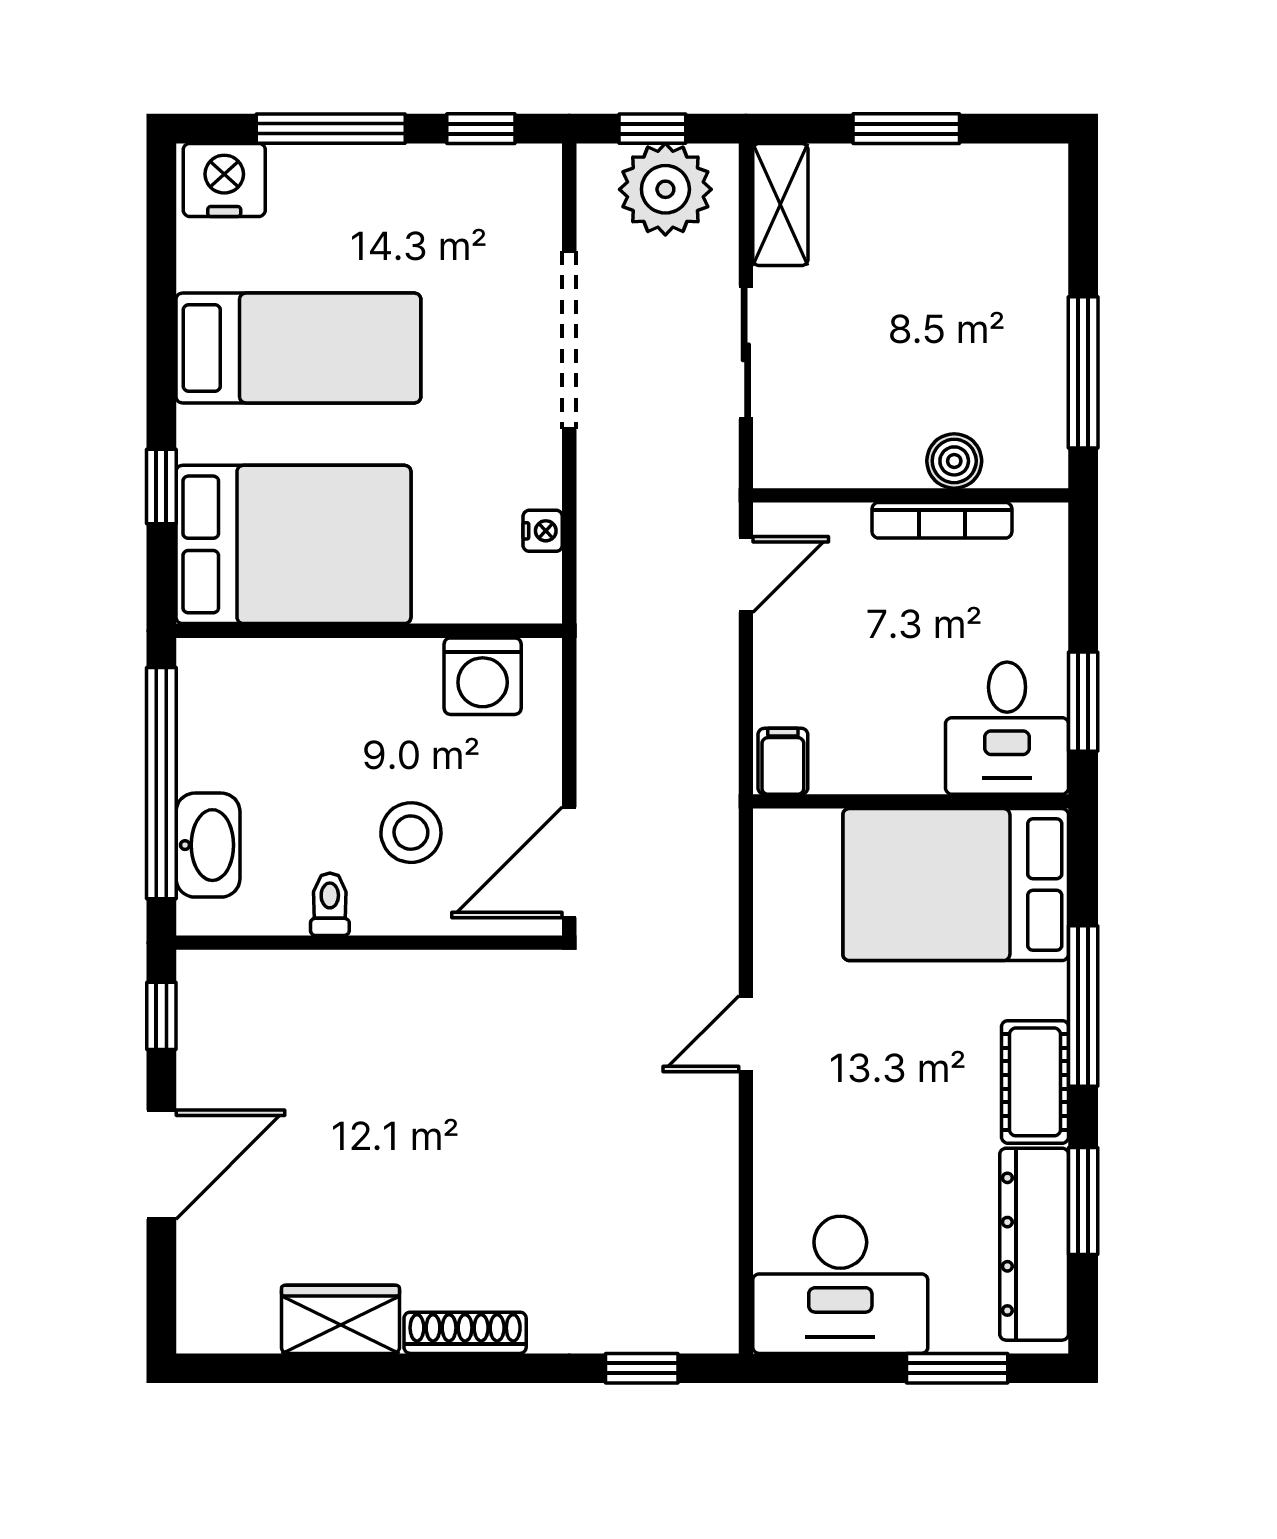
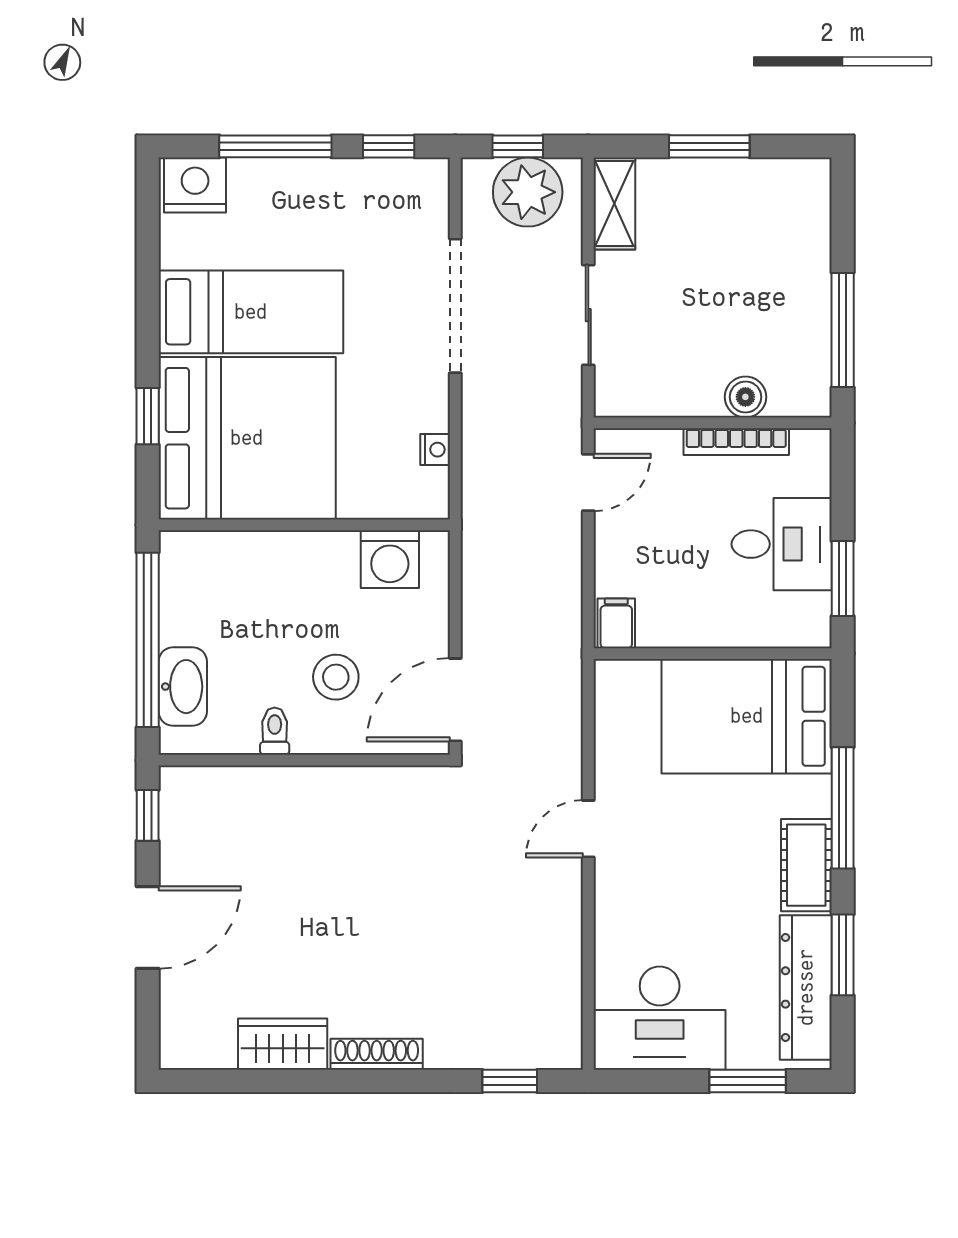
bed: (293, 544) -> (247, 438), width x1.36
desk: (1007, 728) -> (782, 544), moved, turned -90

